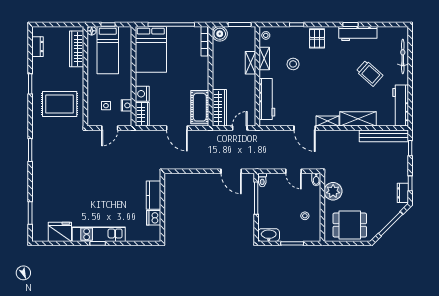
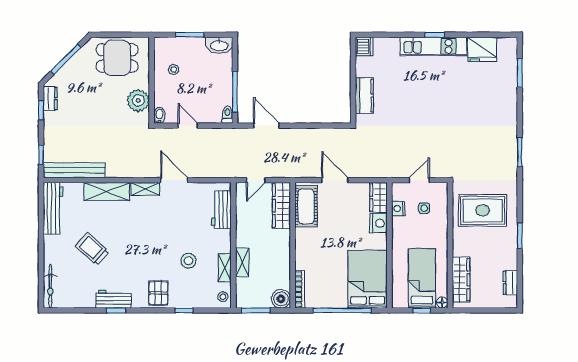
workbench: (358, 33) -> (113, 299), width x0.73
bicycle: (403, 56) -> (50, 286), moved
workbench: (267, 99) -> (221, 210), width x0.73
dishwasher: (154, 218) -> (364, 46), moved

